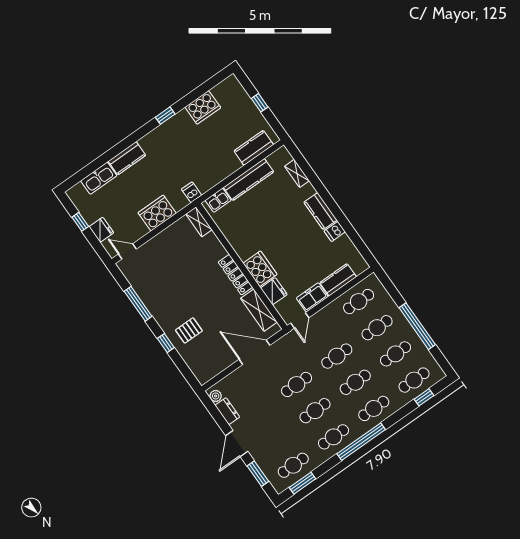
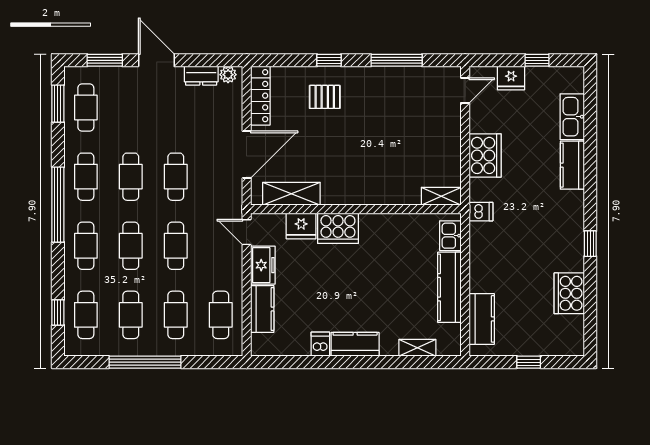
locker: (235, 275) -> (260, 96), moved, turned 90
pallet: (189, 330) -> (325, 97), turned 90

